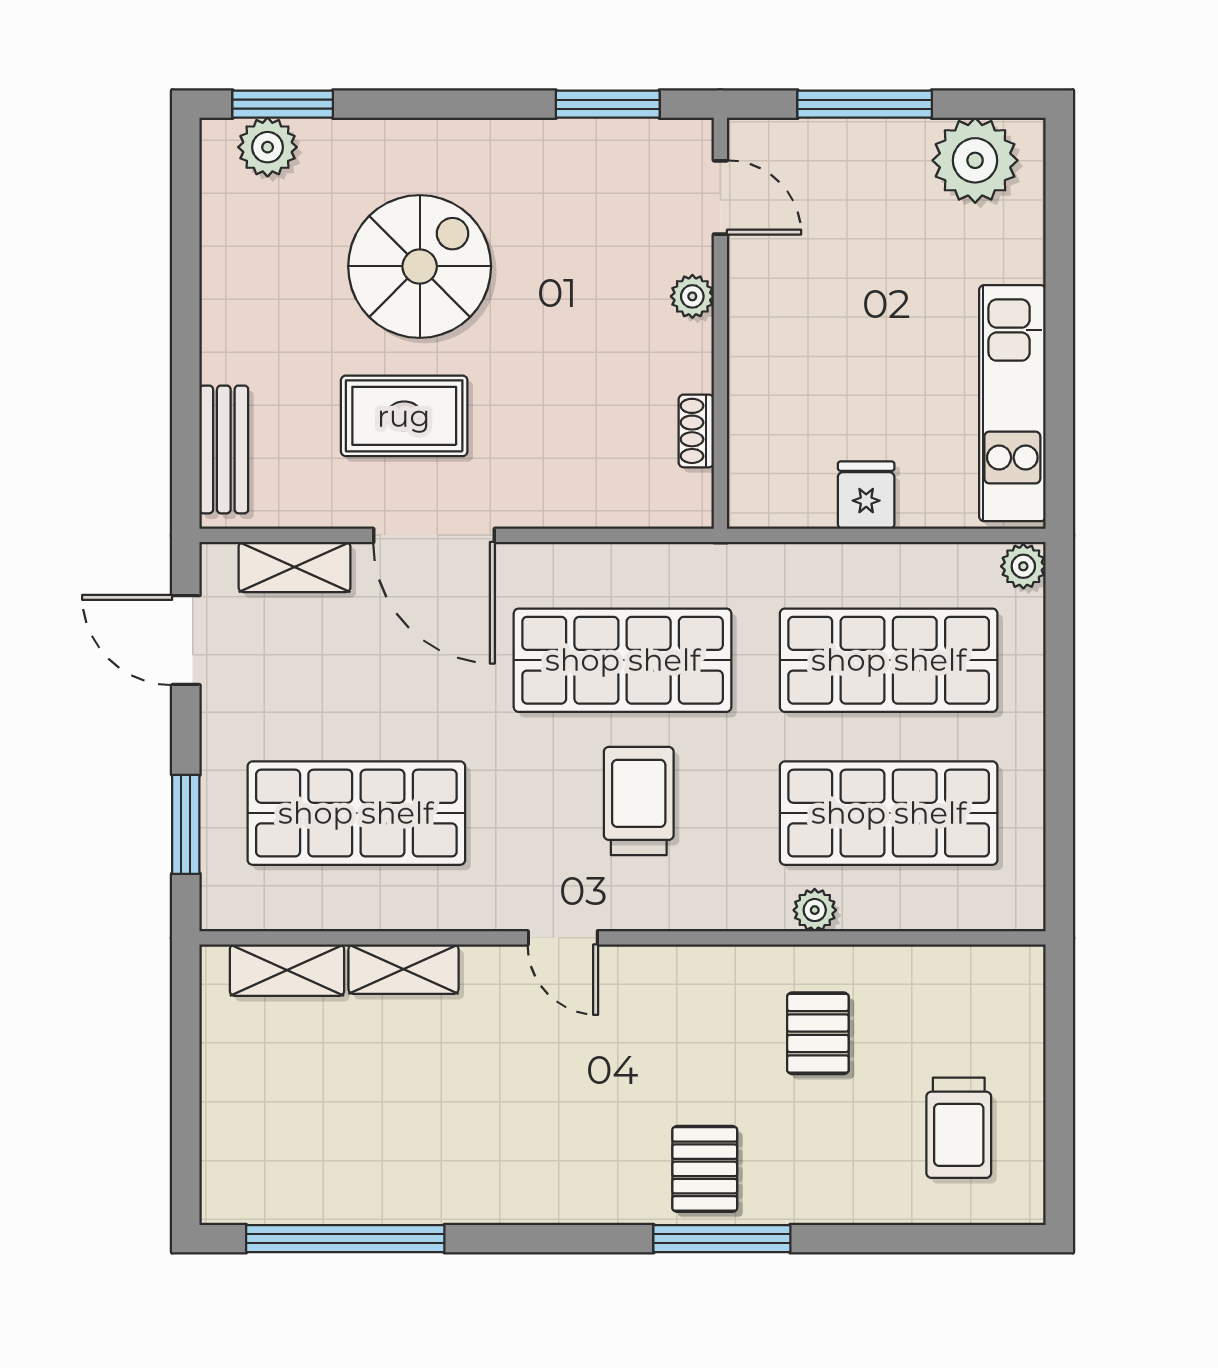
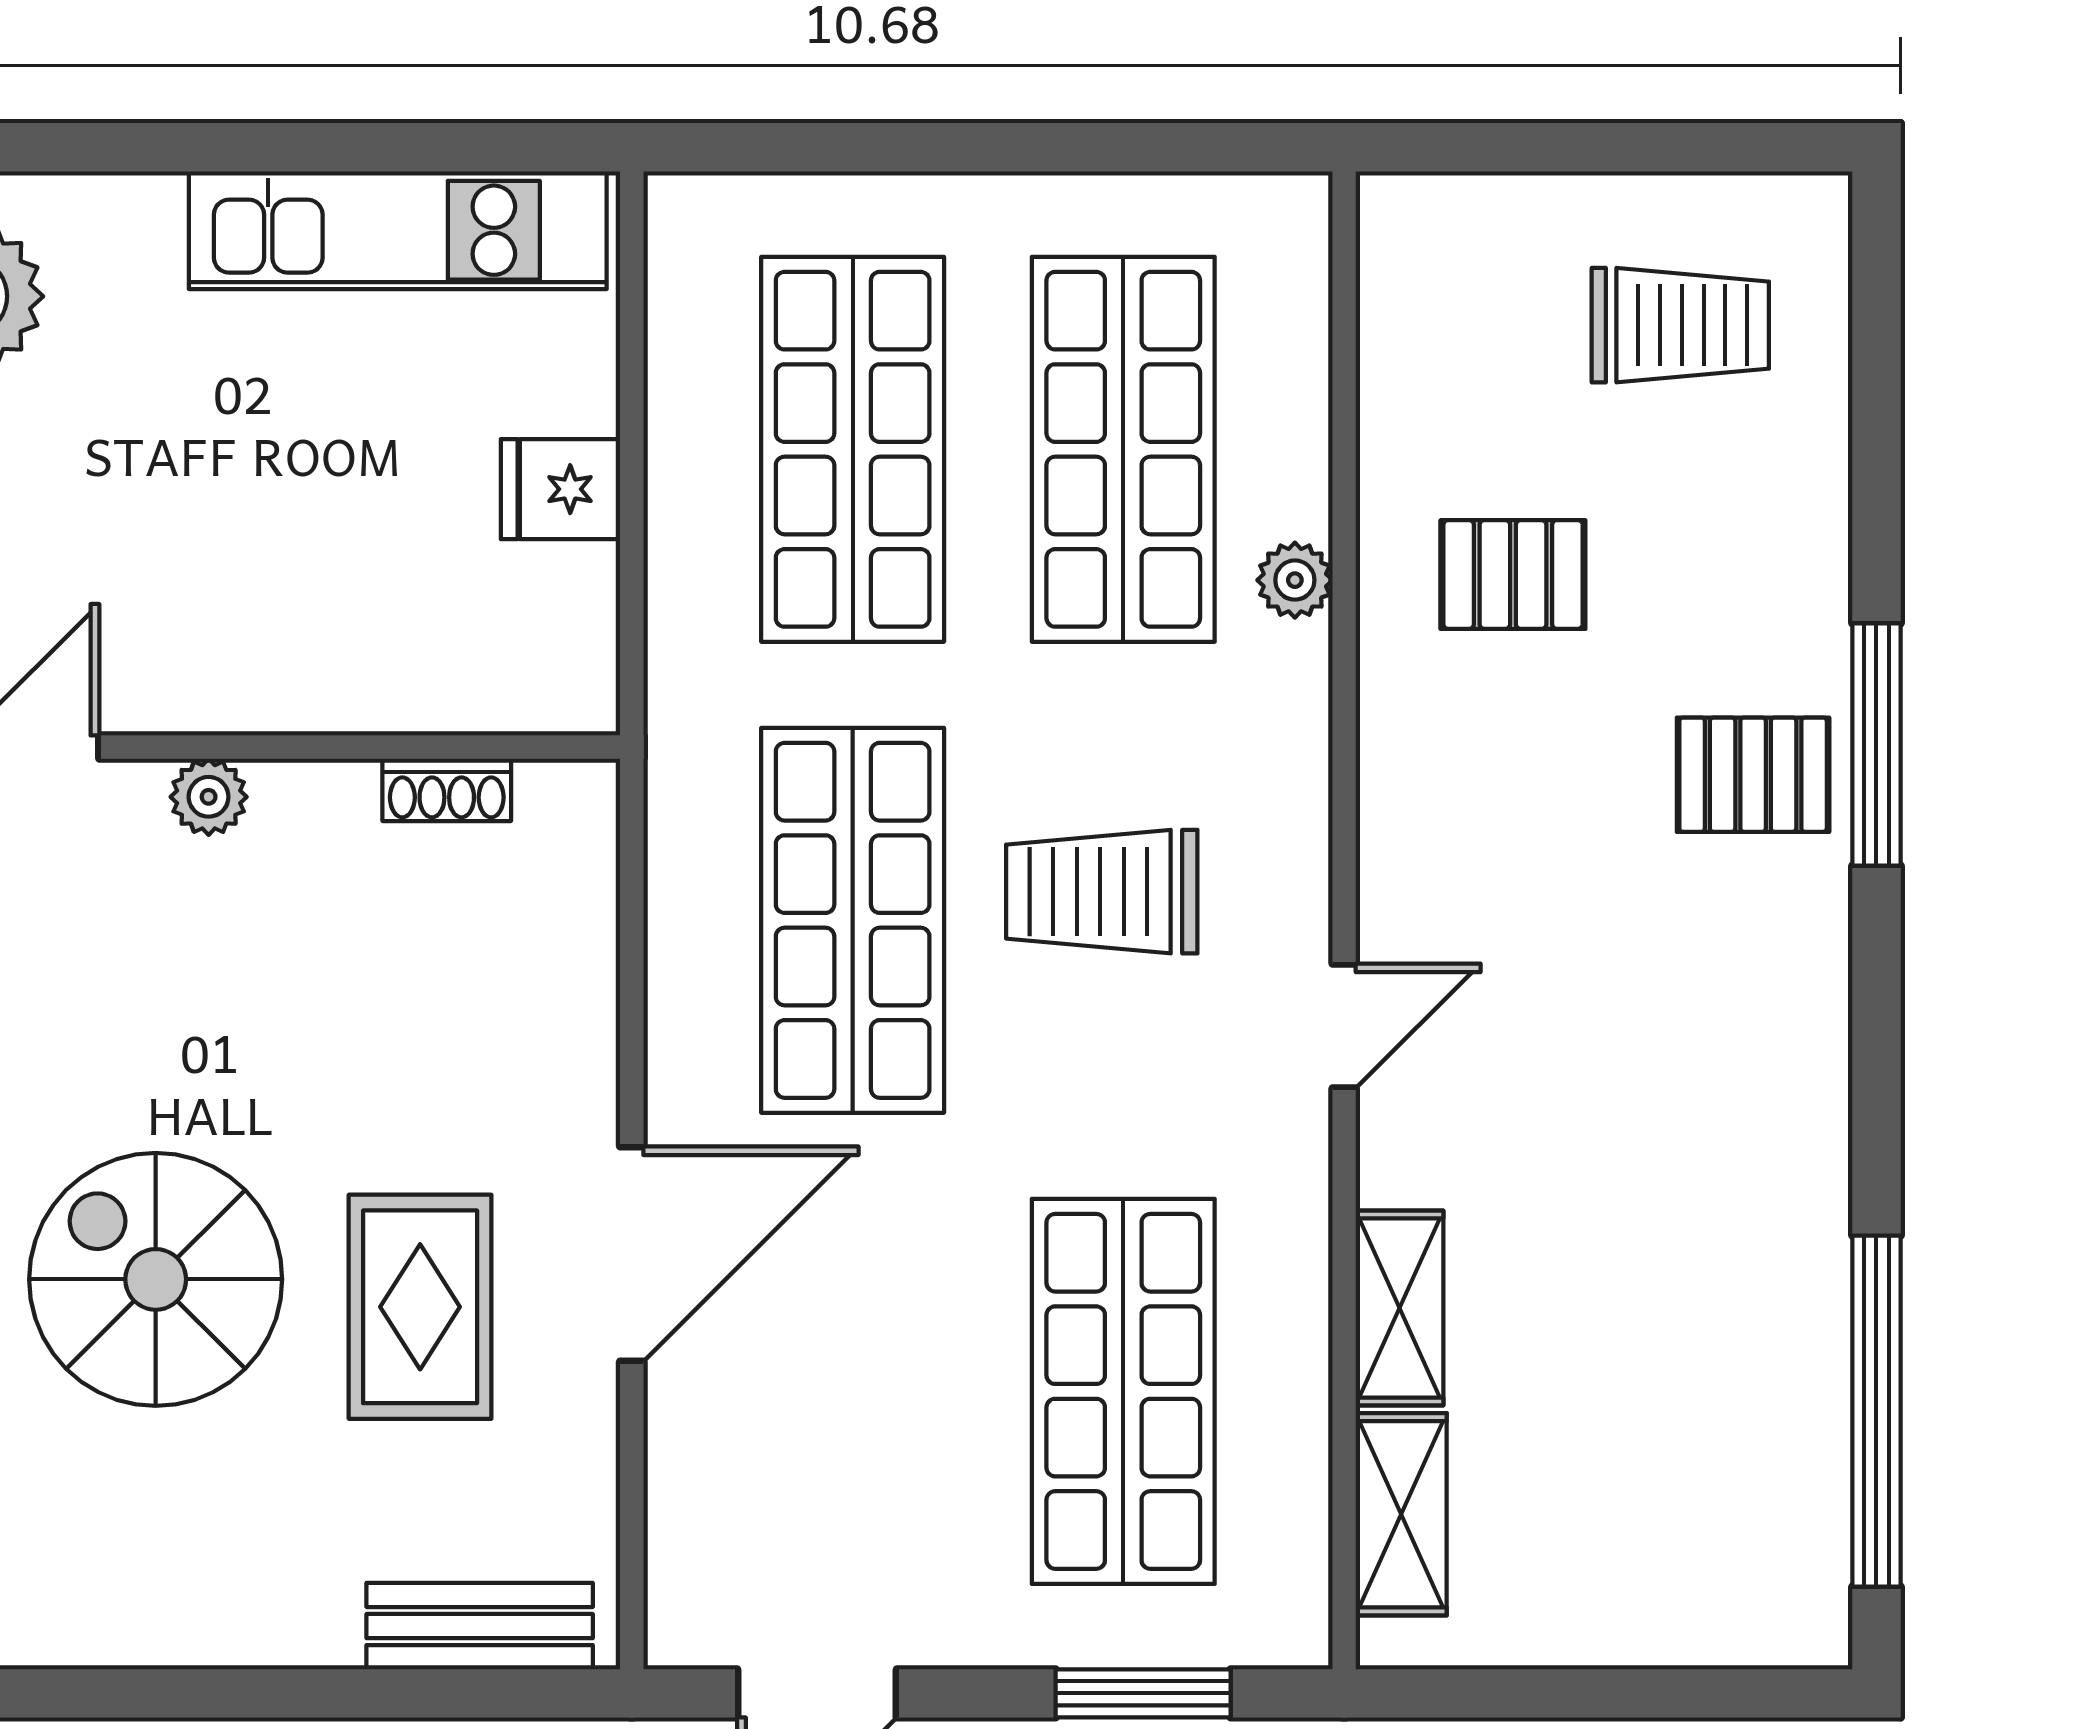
plant: (1023, 566) -> (686, 211), removed
shelving: (295, 567) -> (688, 1501), removed

